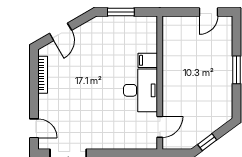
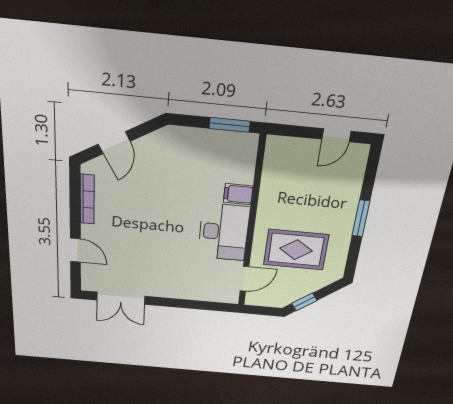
window: (121, 12) -> (230, 125), moved
rug: (194, 99) -> (296, 250), added
door: (34, 128) -> (75, 250), moved

